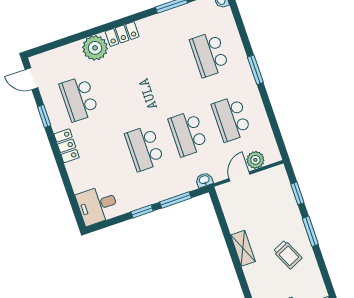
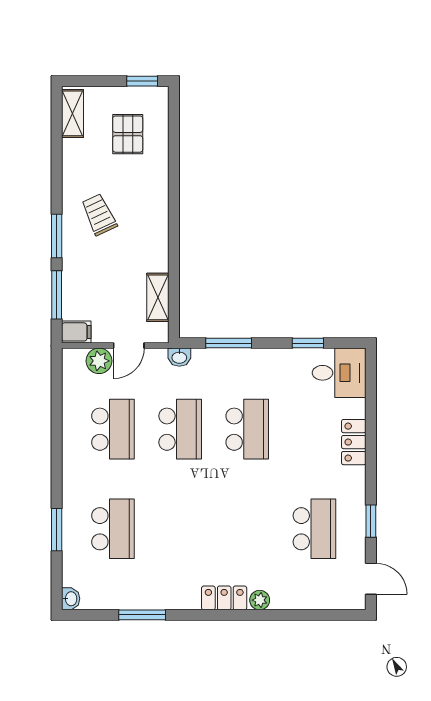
plant: (95, 48) -> (260, 600), width x0.53, depth x0.53
window: (255, 70) -> (57, 530), moved
locker: (67, 146) -> (354, 442), moved
filing cabinet: (277, 174) -> (76, 332), added
window: (297, 193) -> (57, 295), width x1.50
window: (142, 211) -> (308, 343), moved
shelving: (243, 248) -> (158, 297), moved

